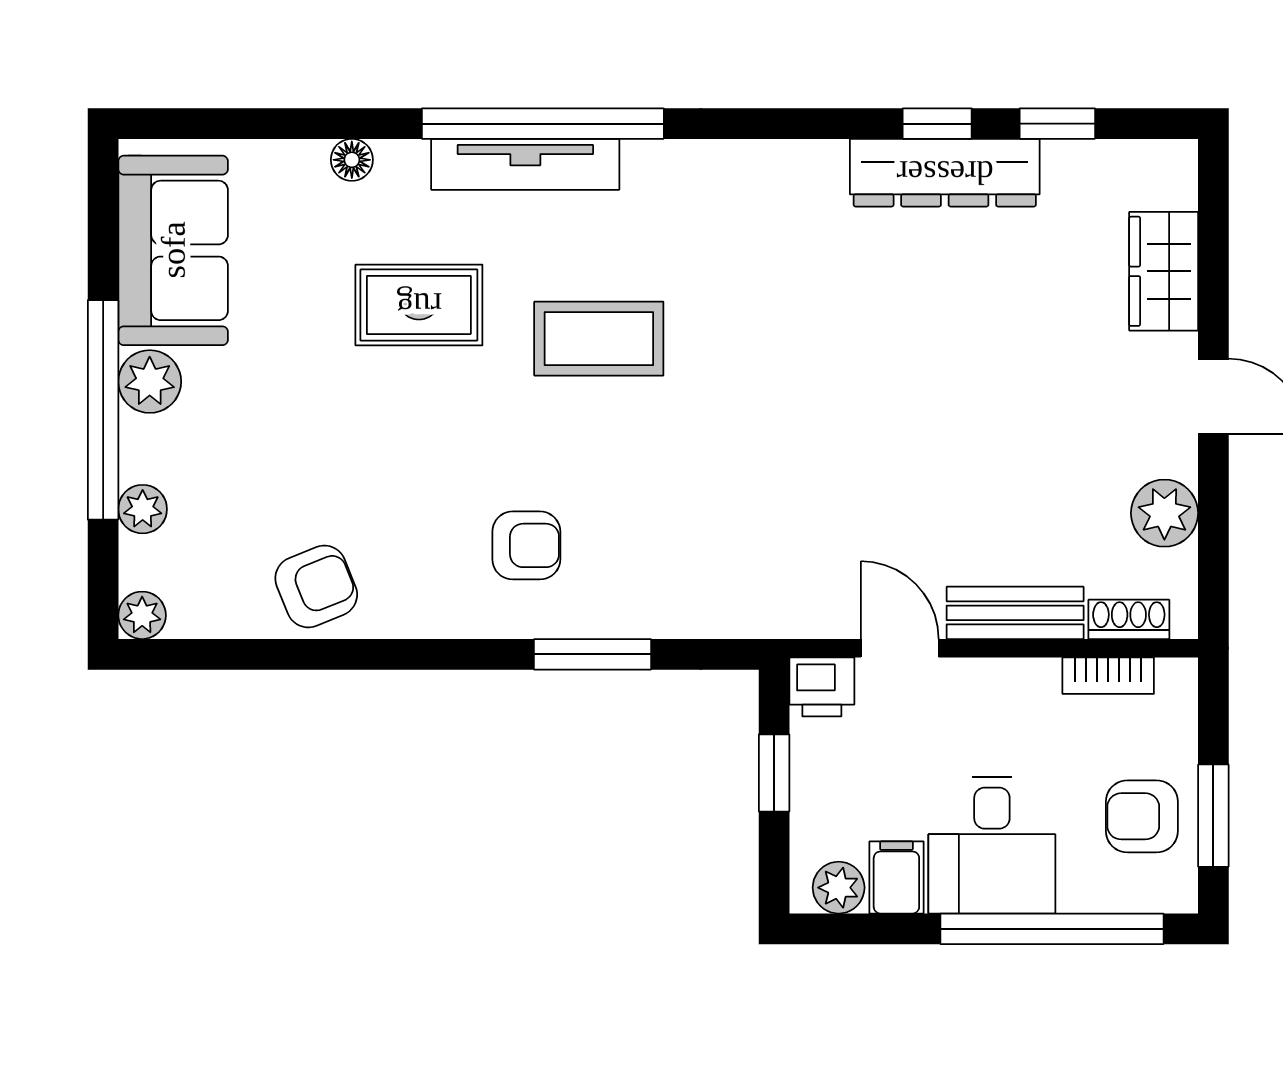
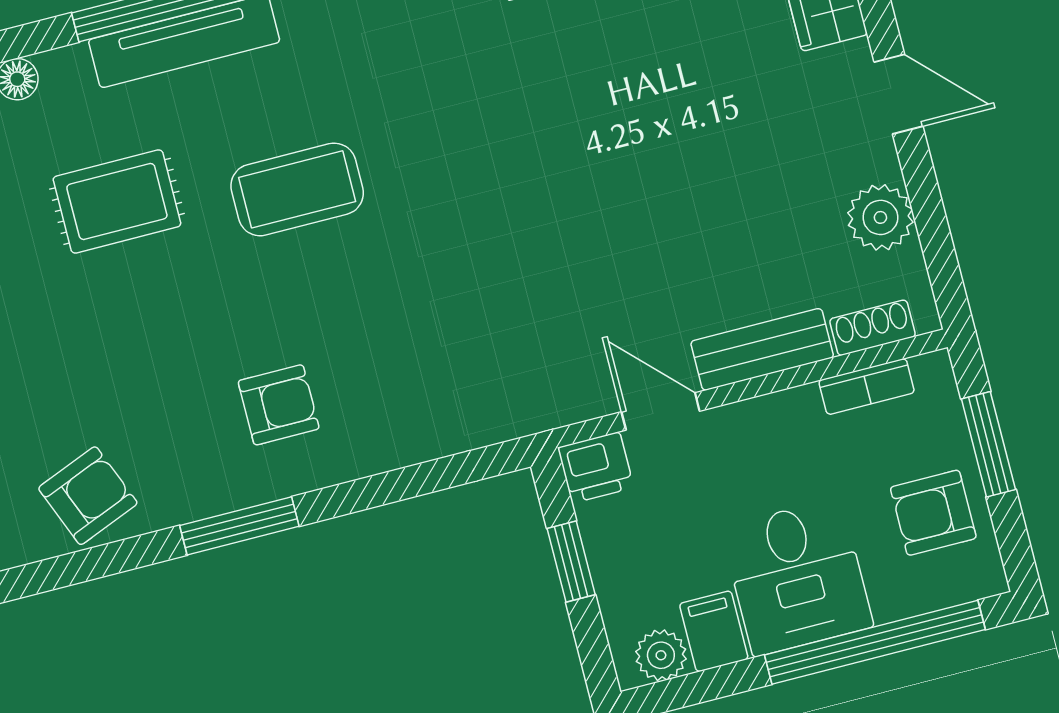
window: (593, 654) -> (239, 526), moved
window: (1213, 816) -> (988, 444), moved

